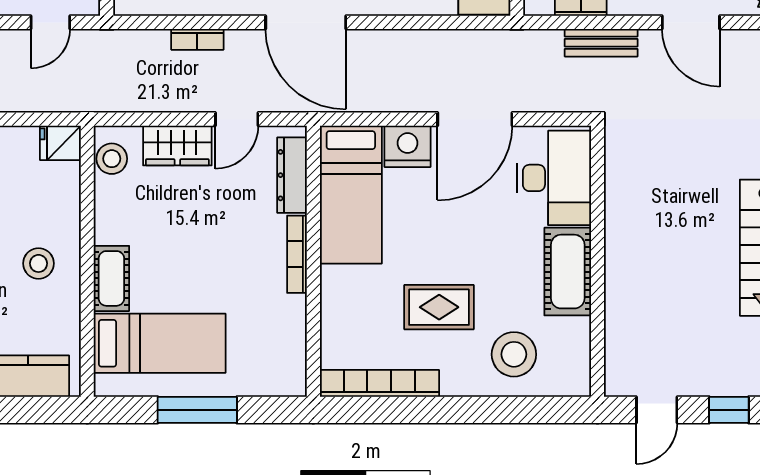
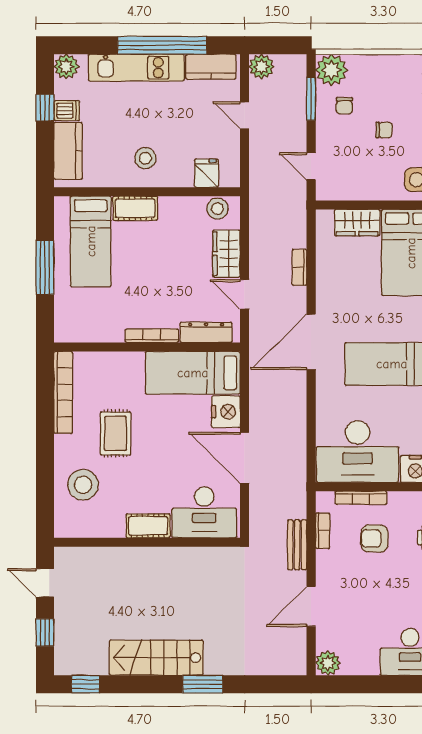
fridge: (60, 143) -> (207, 173), moved
cot: (568, 272) -> (148, 526), width x0.73, depth x0.75

